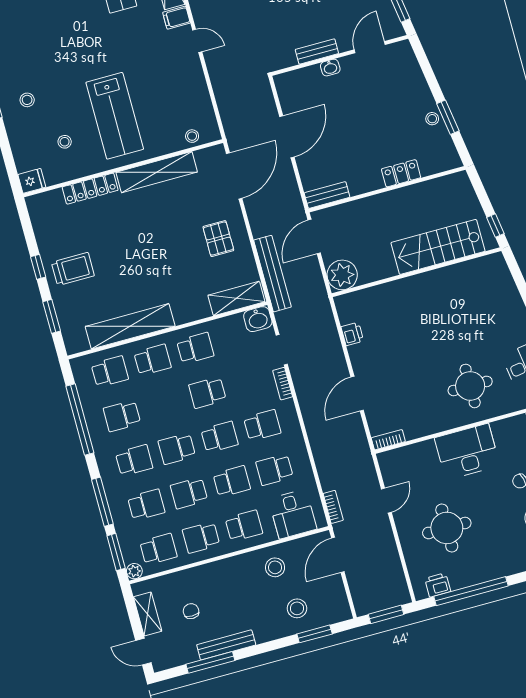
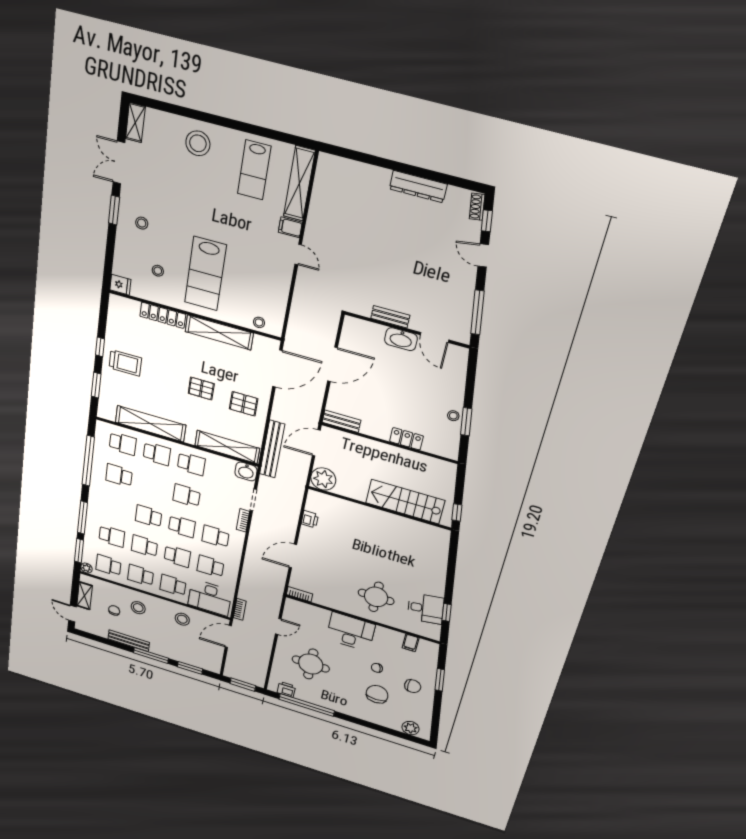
door: (370, 47) -> (434, 337), swing flipped
washbasin: (330, 68) -> (401, 339), width x1.91, depth x1.45
pallet: (218, 239) -> (244, 404), turned 90
pallet: (166, 249) -> (201, 389), added
shelving: (236, 298) -> (227, 447), width x1.47
school desk: (262, 425) -> (215, 536), turned 180
school desk: (134, 460) -> (115, 506), removed
desk: (293, 514) -> (210, 598), width x1.37
school desk: (244, 526) -> (173, 585), turned 180
school desk: (158, 549) -> (108, 565), turned 180
stool: (297, 608) -> (138, 608), moved
window: (210, 662) -> (151, 655), moved

